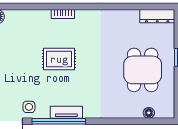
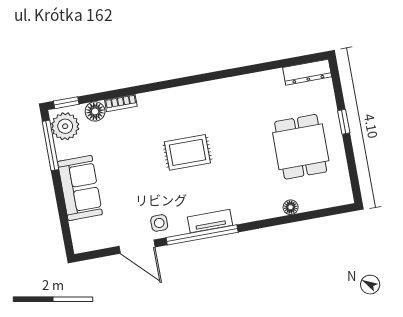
bookcase: (63, 14) -> (121, 103), moved
floor lamp: (149, 113) -> (291, 207), moved

